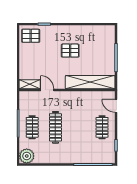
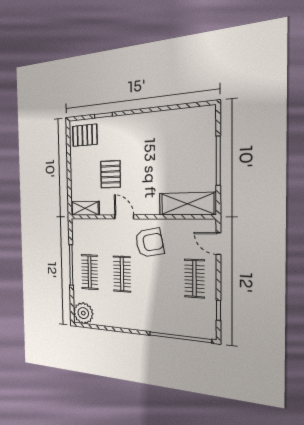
pallet: (70, 51) -> (111, 174), moved, turned 90
shelving: (90, 82) -> (187, 204), width x0.68
door: (47, 90) -> (124, 217), moved
armchair: (74, 106) -> (149, 243), added
clothes rail: (55, 127) -> (122, 274), width x0.73

